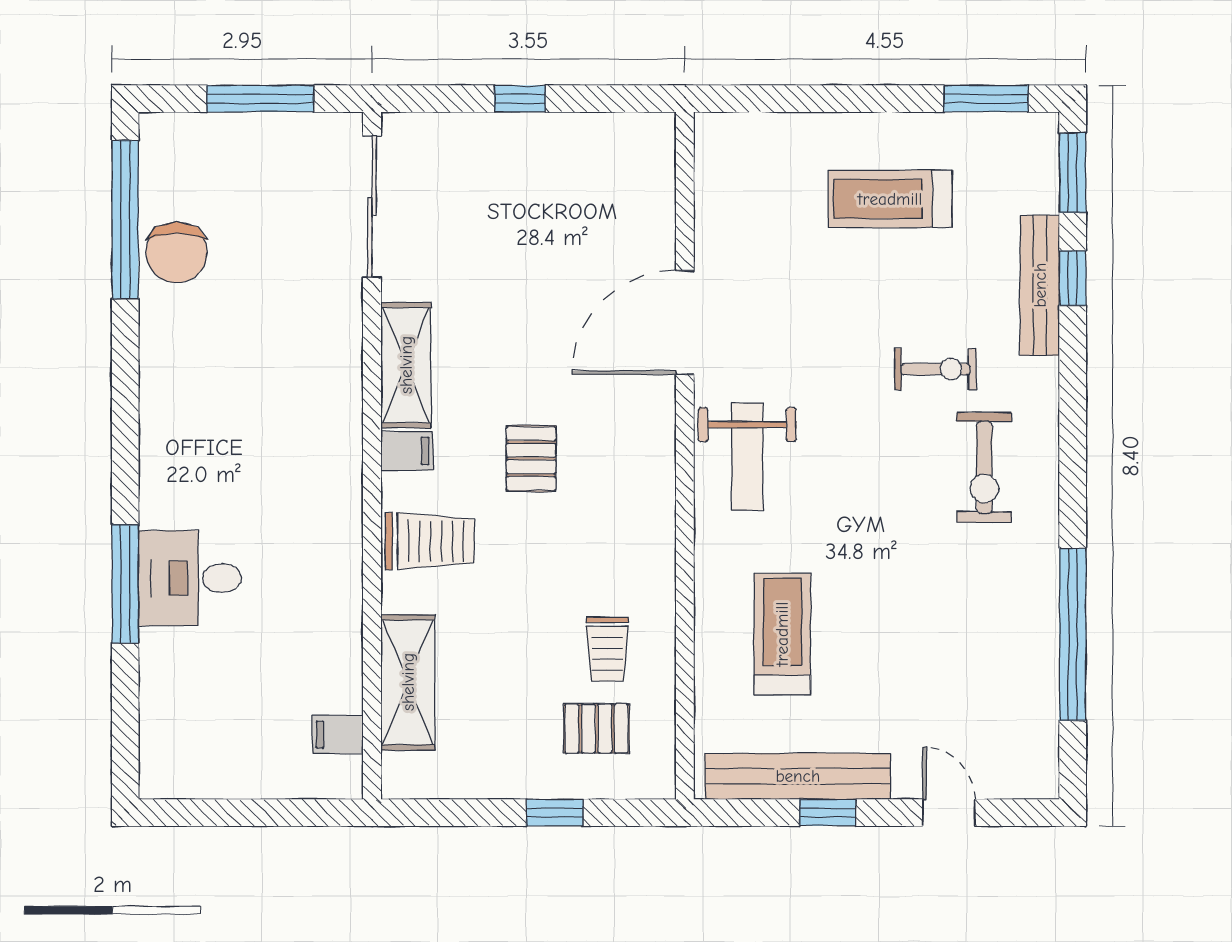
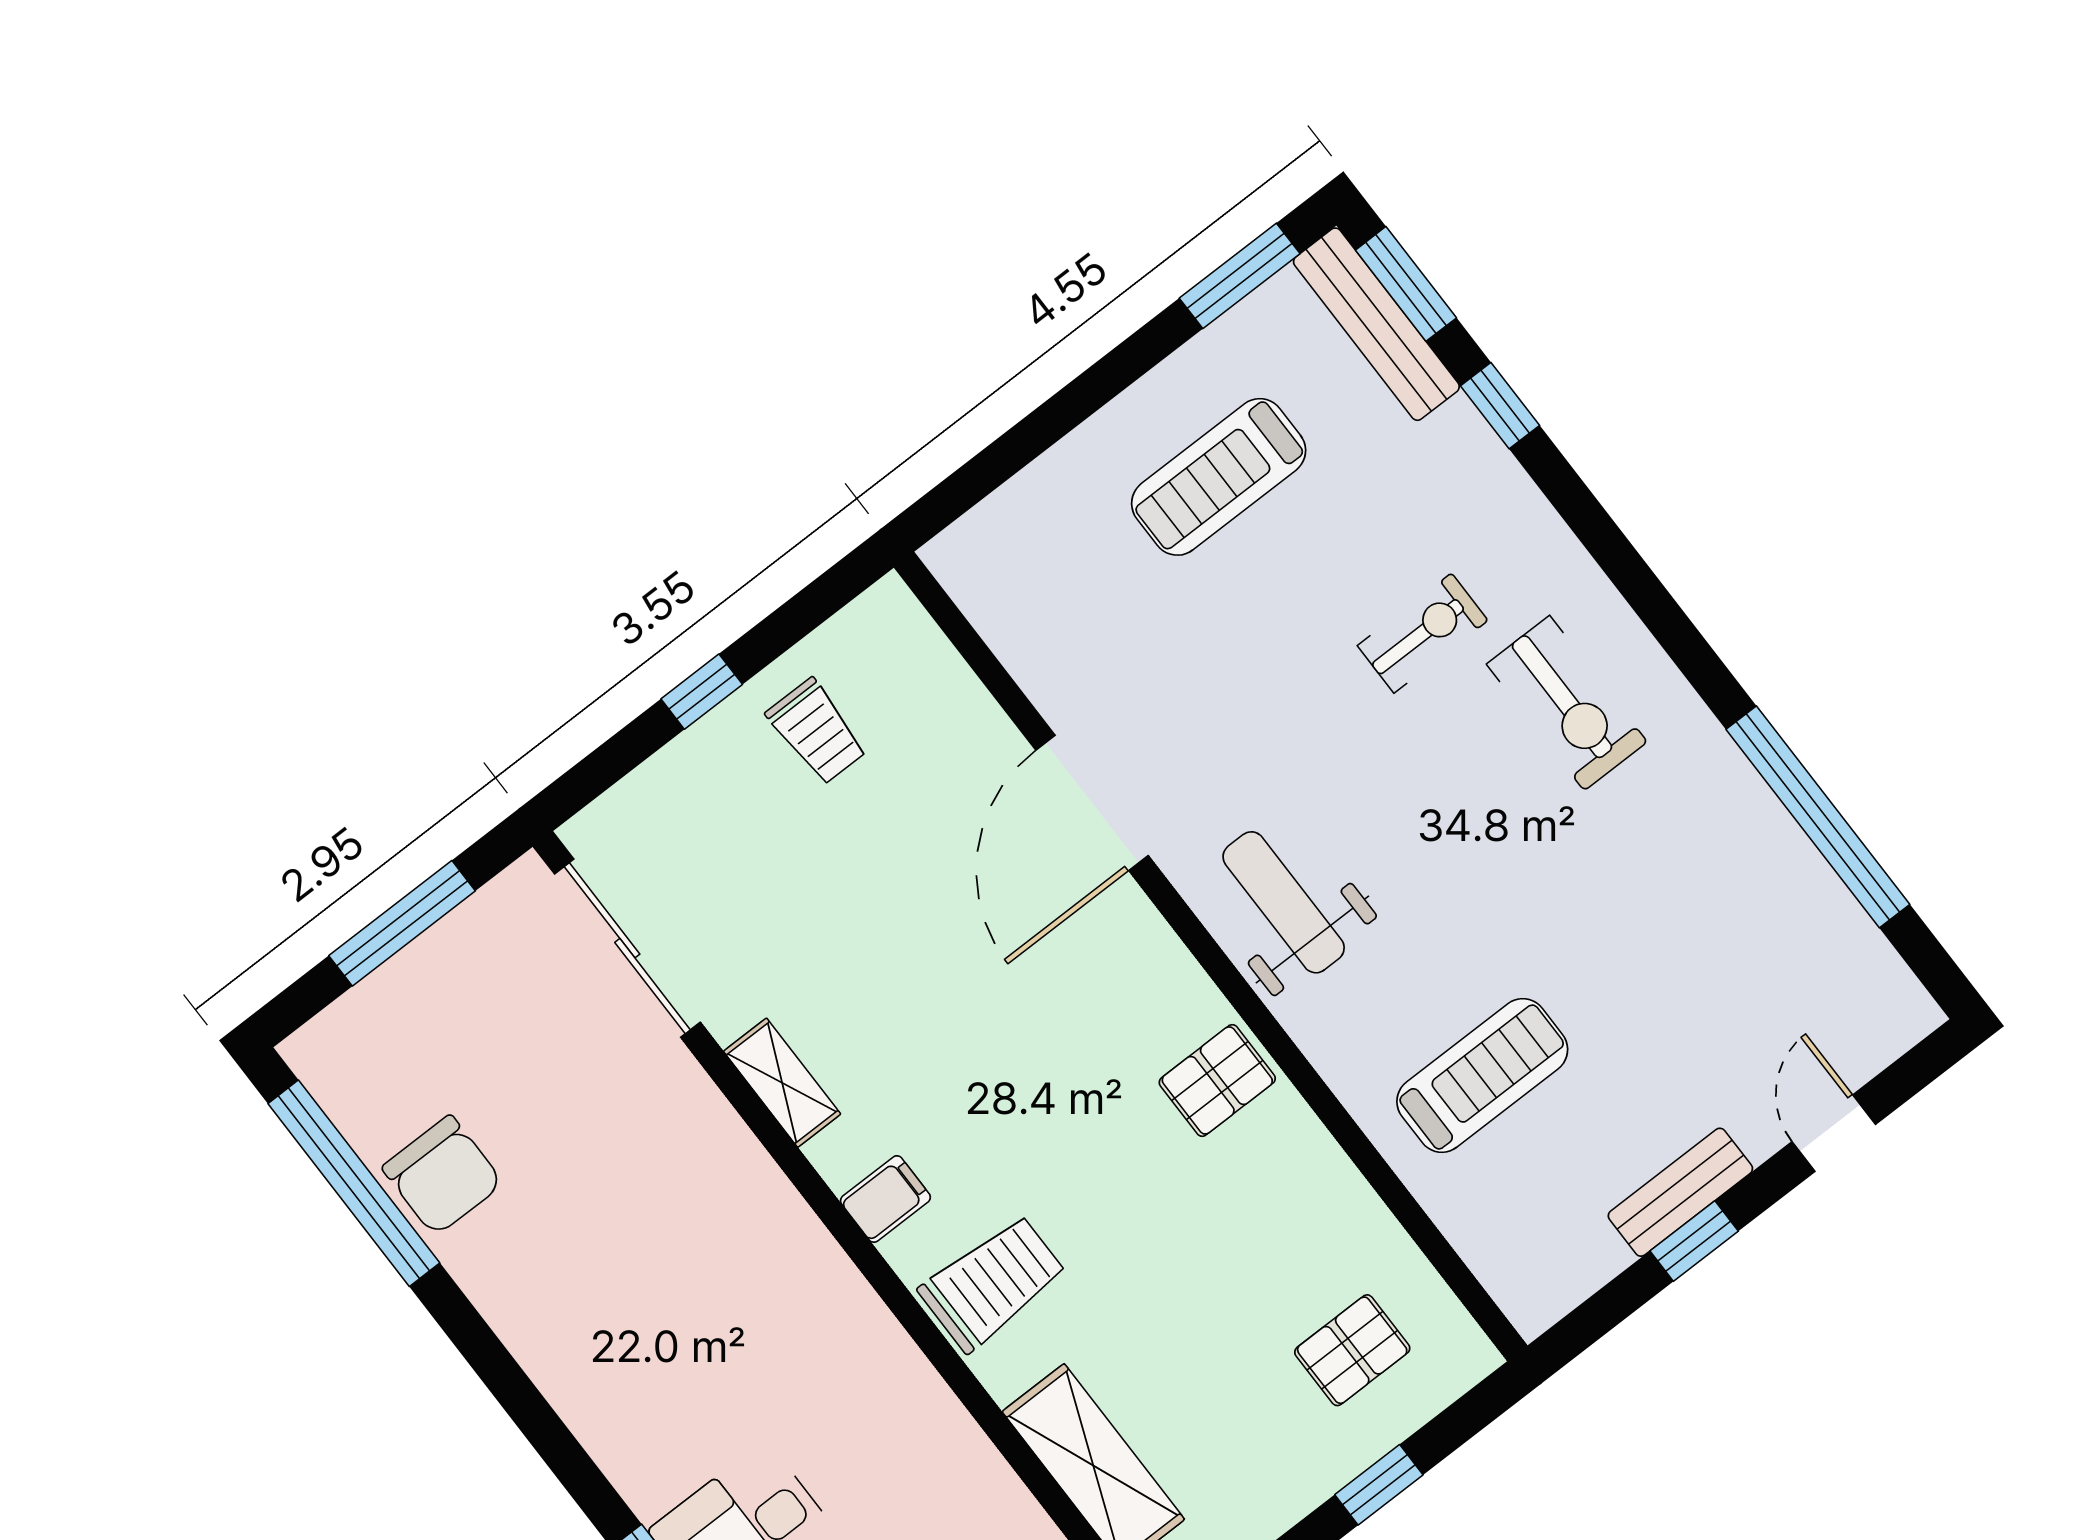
bench: (1040, 285) -> (1376, 324), moved
shelving: (406, 365) -> (782, 1083), width x0.67, depth x0.75
weight bench: (747, 457) -> (1284, 902), turned 180
pallet: (531, 459) -> (1217, 1080), moved, turned 90
treadmill: (782, 634) -> (1482, 1075), turned 90
trolley: (607, 649) -> (817, 731), moved
bench: (798, 776) -> (1680, 1192), width x0.54, depth x0.82
door: (949, 813) -> (1834, 1133), hinge flipped

